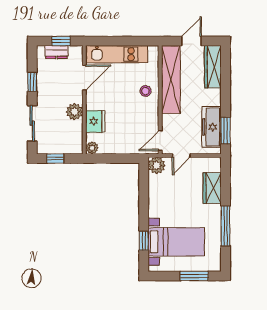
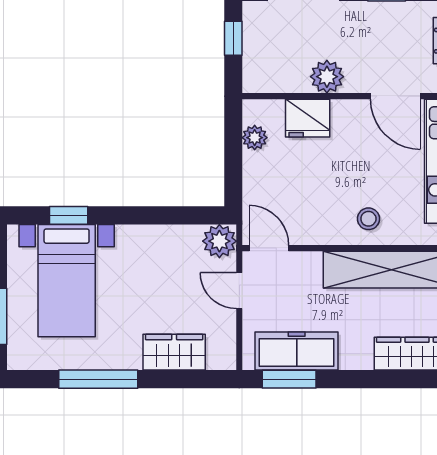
plant: (92, 148) -> (255, 138), moved

